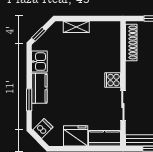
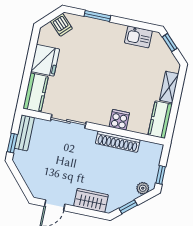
shoe rack: (131, 42) -> (118, 142), moved
cooker: (113, 80) -> (119, 120), moved
kitchen counter: (39, 88) -> (160, 120), moved, turned 90

